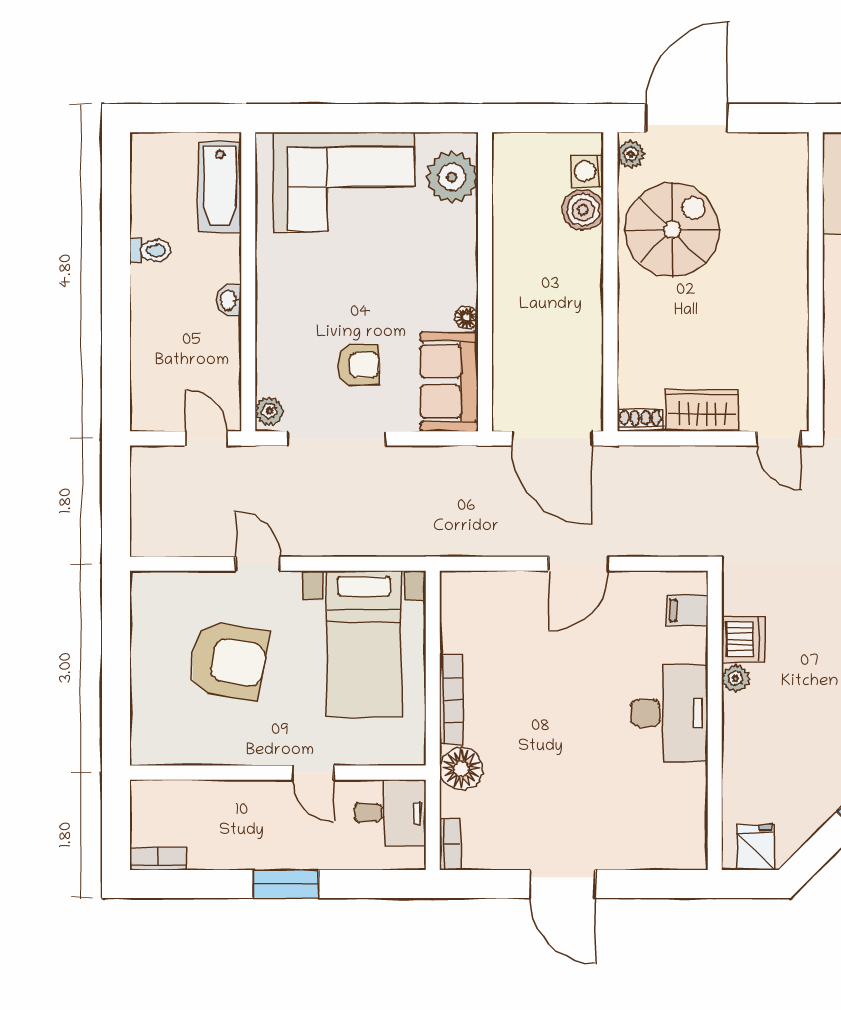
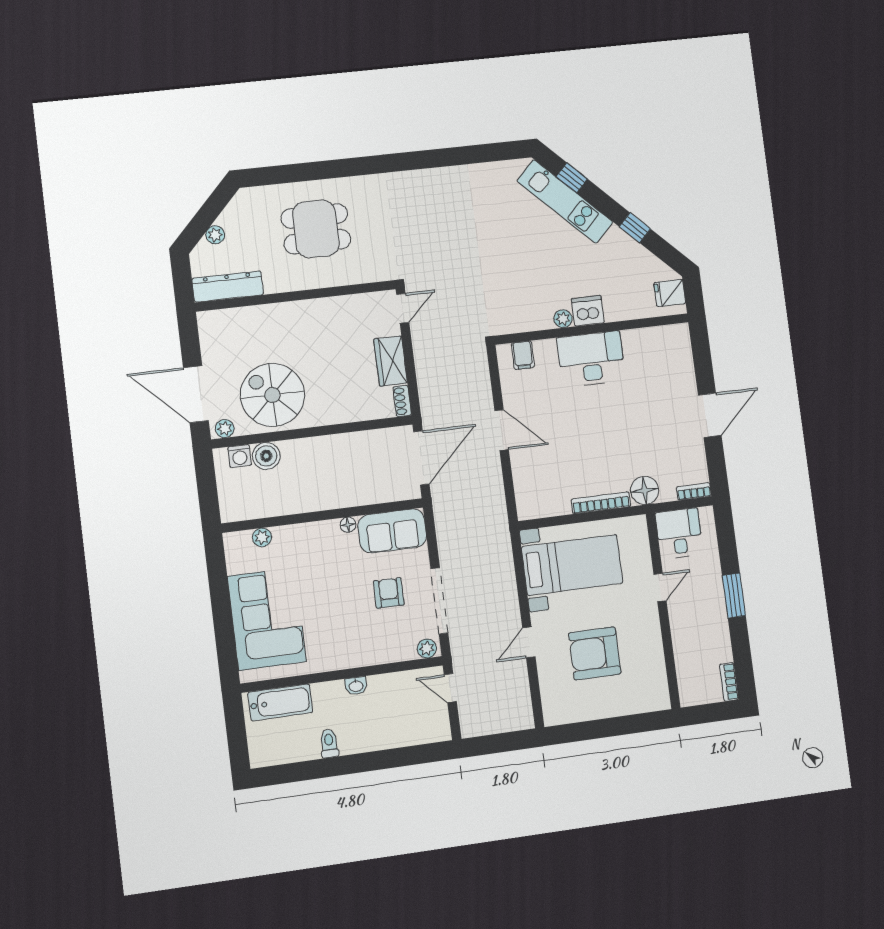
plant: (452, 177) -> (262, 537), width x0.53, depth x0.53
door: (206, 438) -> (450, 688), hinge flipped
dishwasher: (743, 639) -> (588, 311), moved
armchair: (228, 661) -> (595, 653), turned -100

